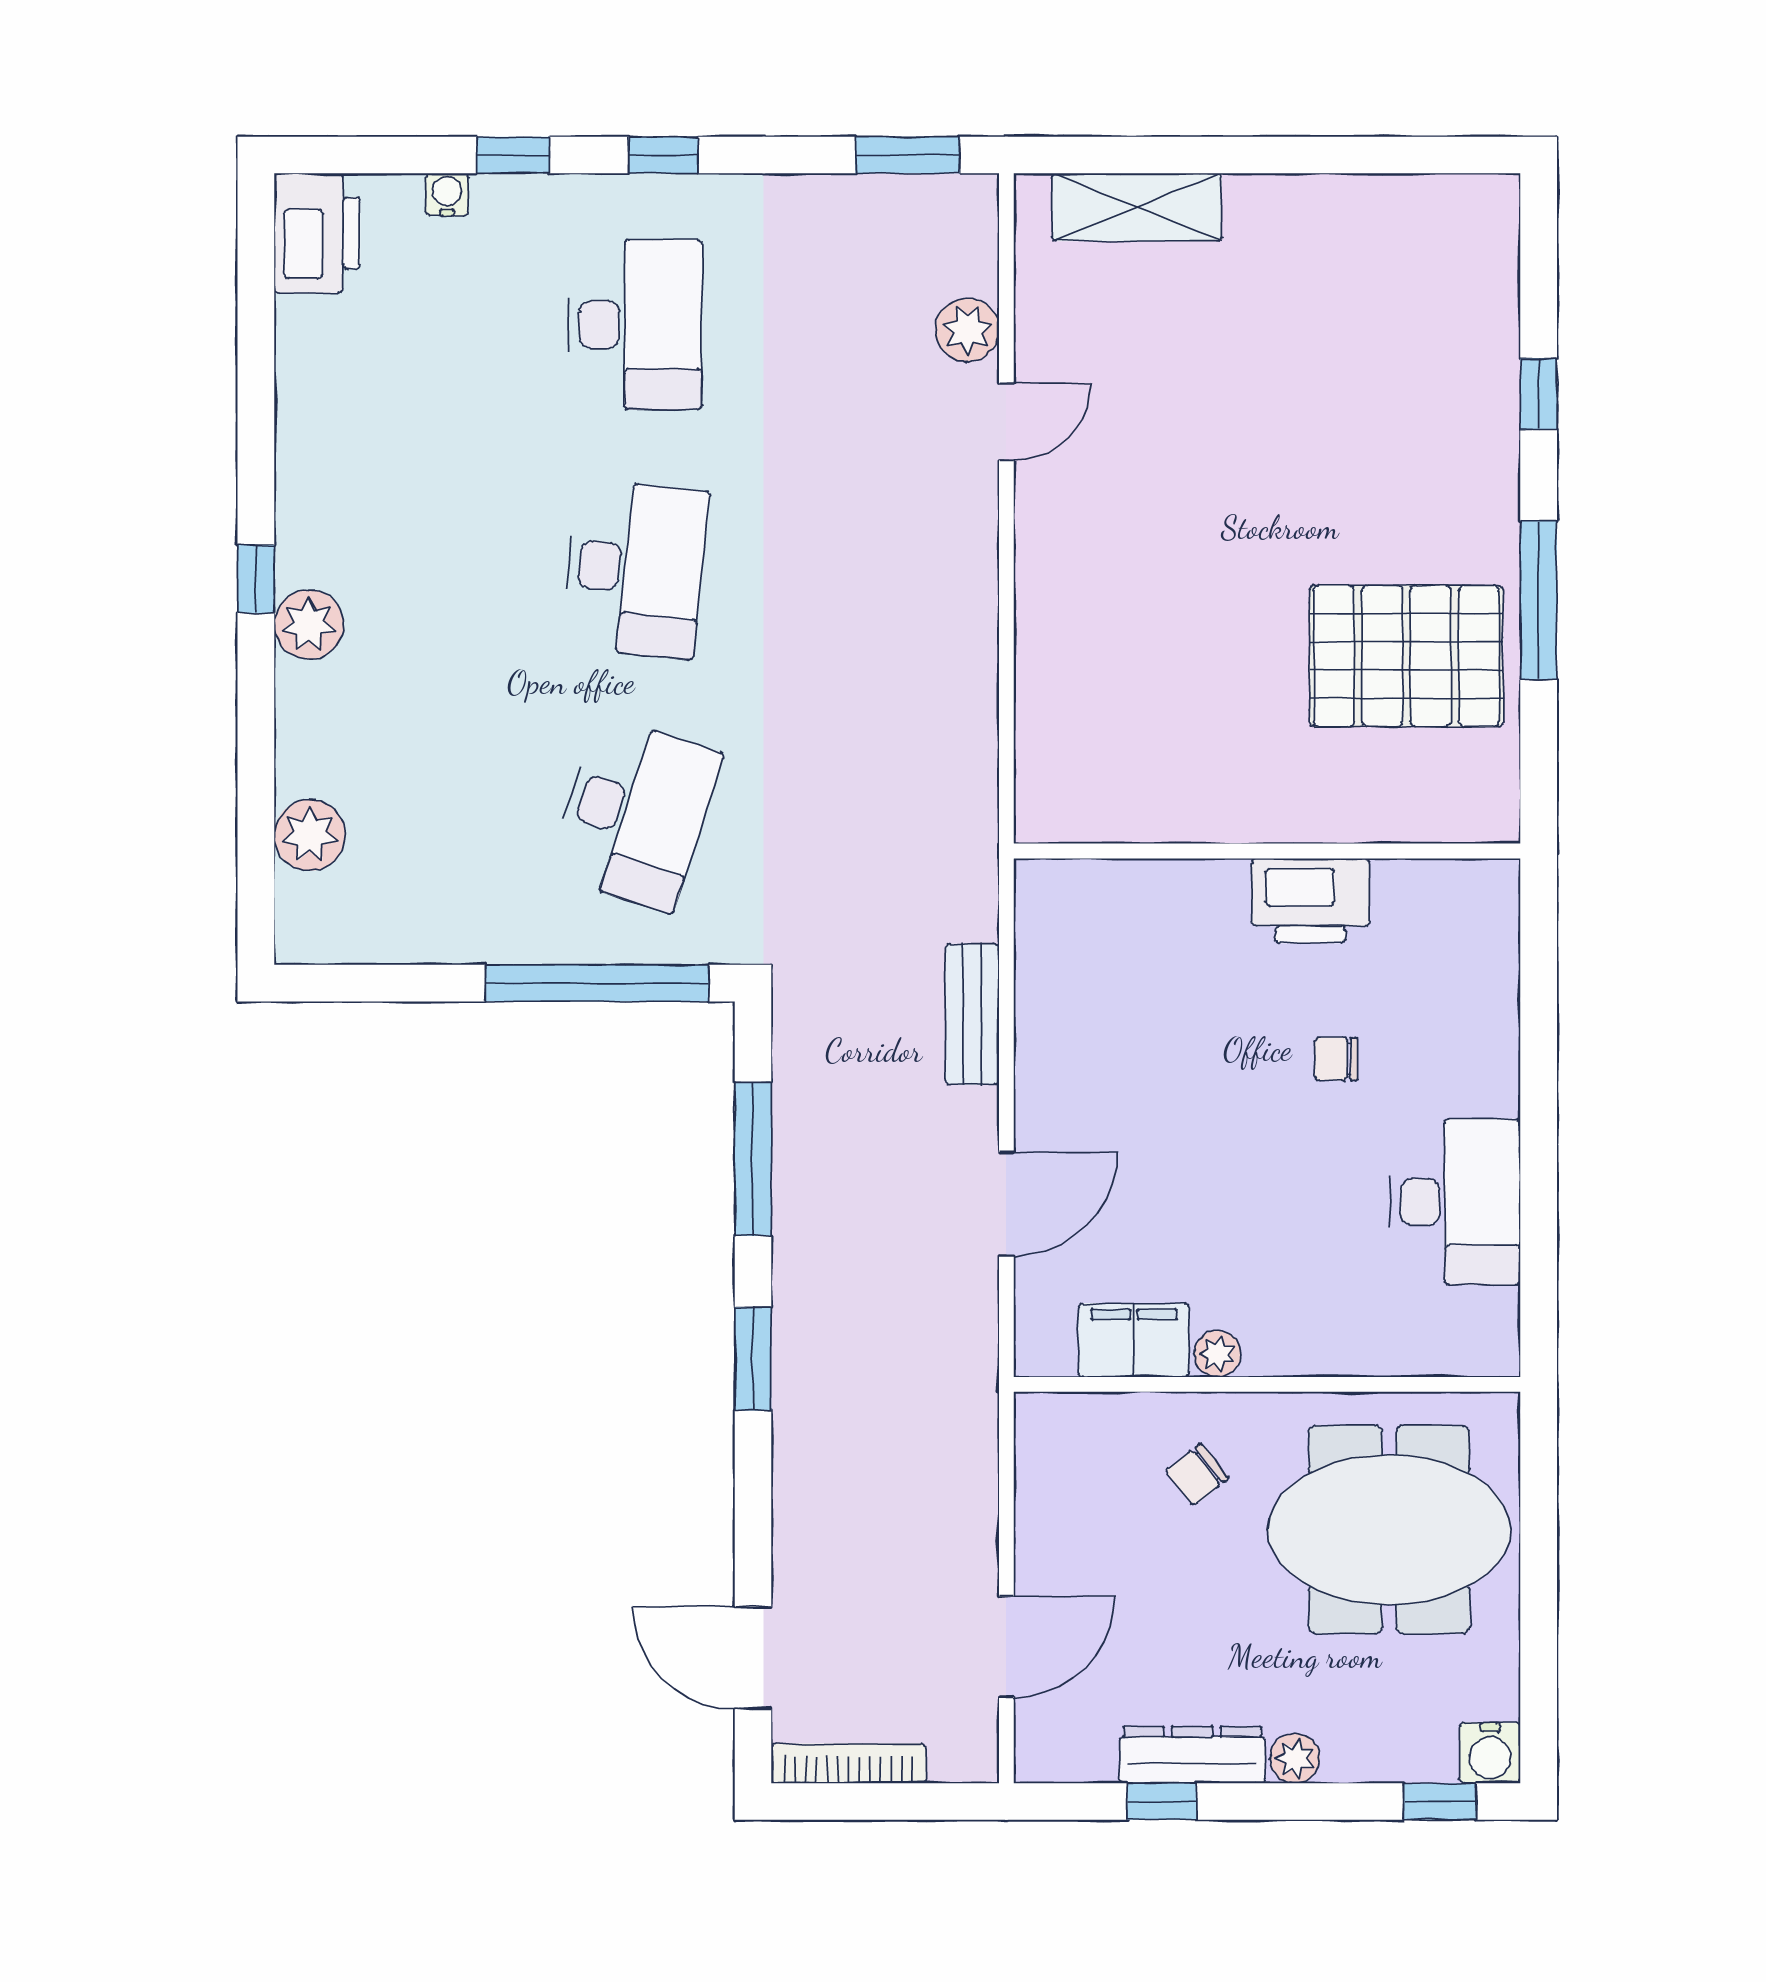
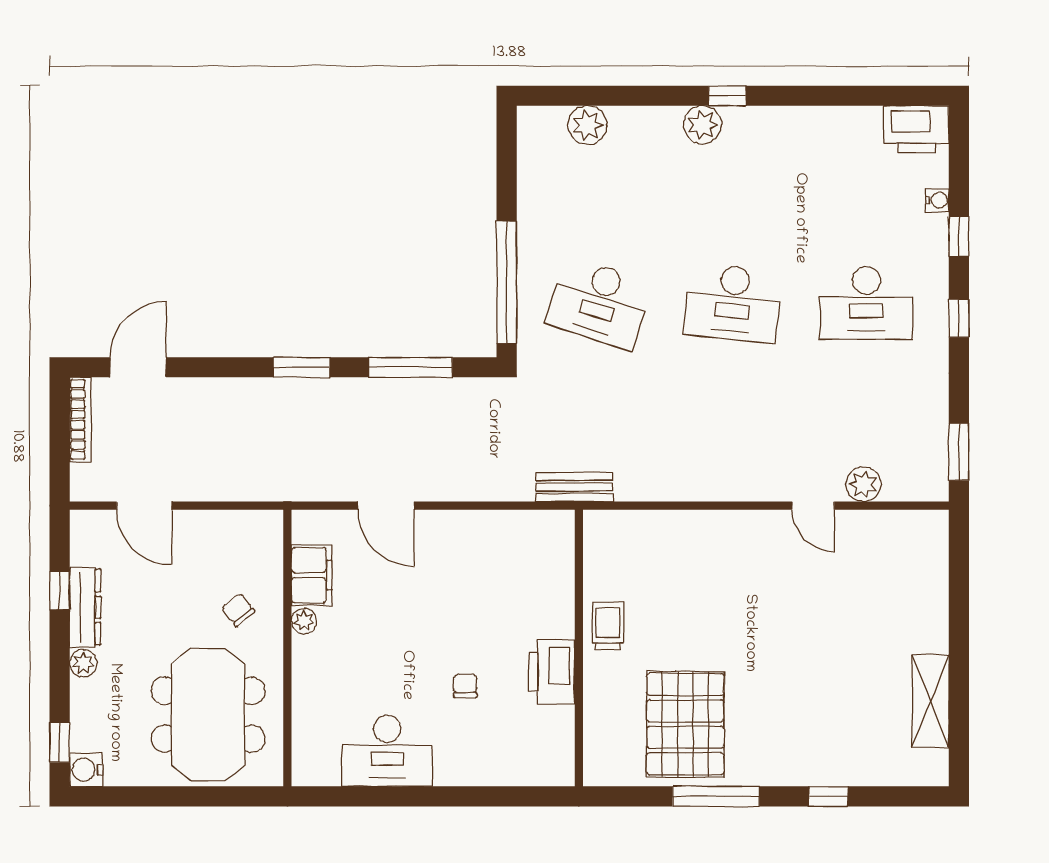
shelving: (1137, 207) -> (930, 701), moved
trolley: (1227, 798) -> (608, 626), added
bench: (972, 1014) -> (574, 487), moved

